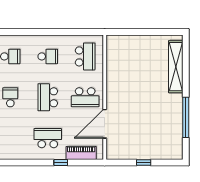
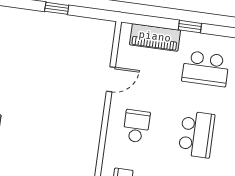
school desk: (85, 97) -> (136, 126), width x0.54
door: (105, 124) -> (111, 79), width x0.53

